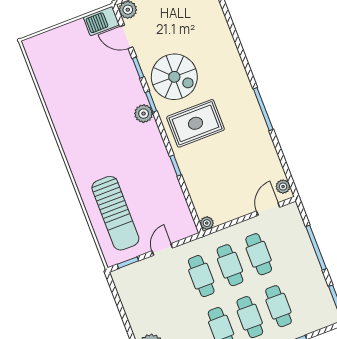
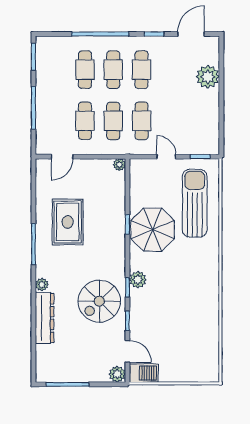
dresser: (223, 39) -> (45, 318), added
spiral stairs: (174, 77) -> (99, 301), turned -90
rug: (195, 123) -> (68, 222), moved, turned 90
parasol: (148, 170) -> (153, 230), added
plant: (283, 187) -> (42, 284), moved
door: (162, 249) -> (166, 157), swing flipped

